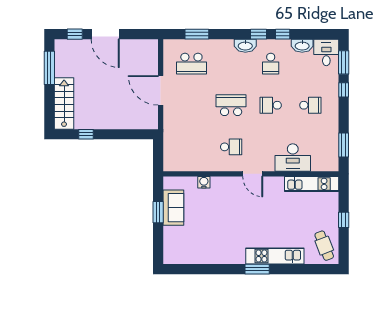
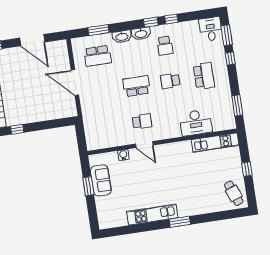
door: (105, 34) -> (32, 40), moved
washbasin: (302, 46) -> (122, 37), moved
school desk: (310, 105) -> (204, 76), width x1.85
door: (253, 174) -> (144, 145), moved
kitchen unit: (275, 256) -> (152, 215), moved

